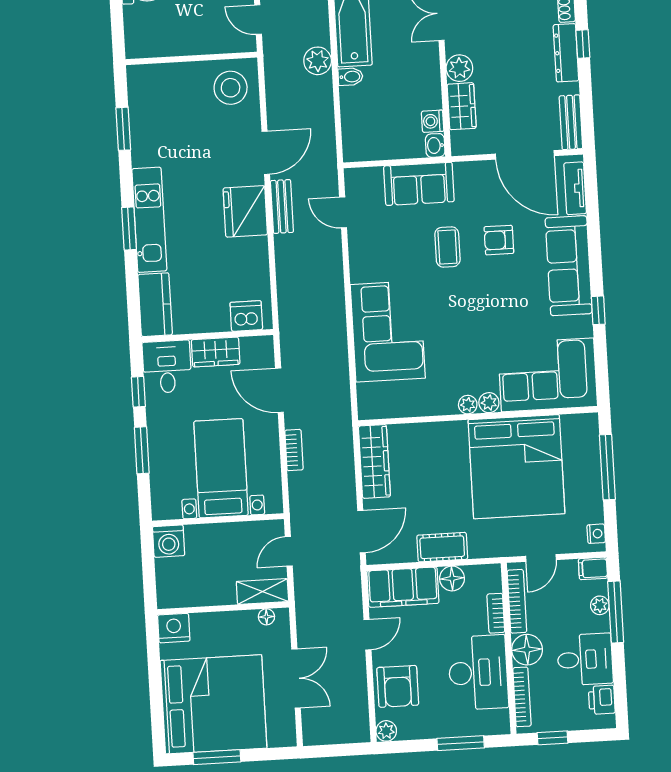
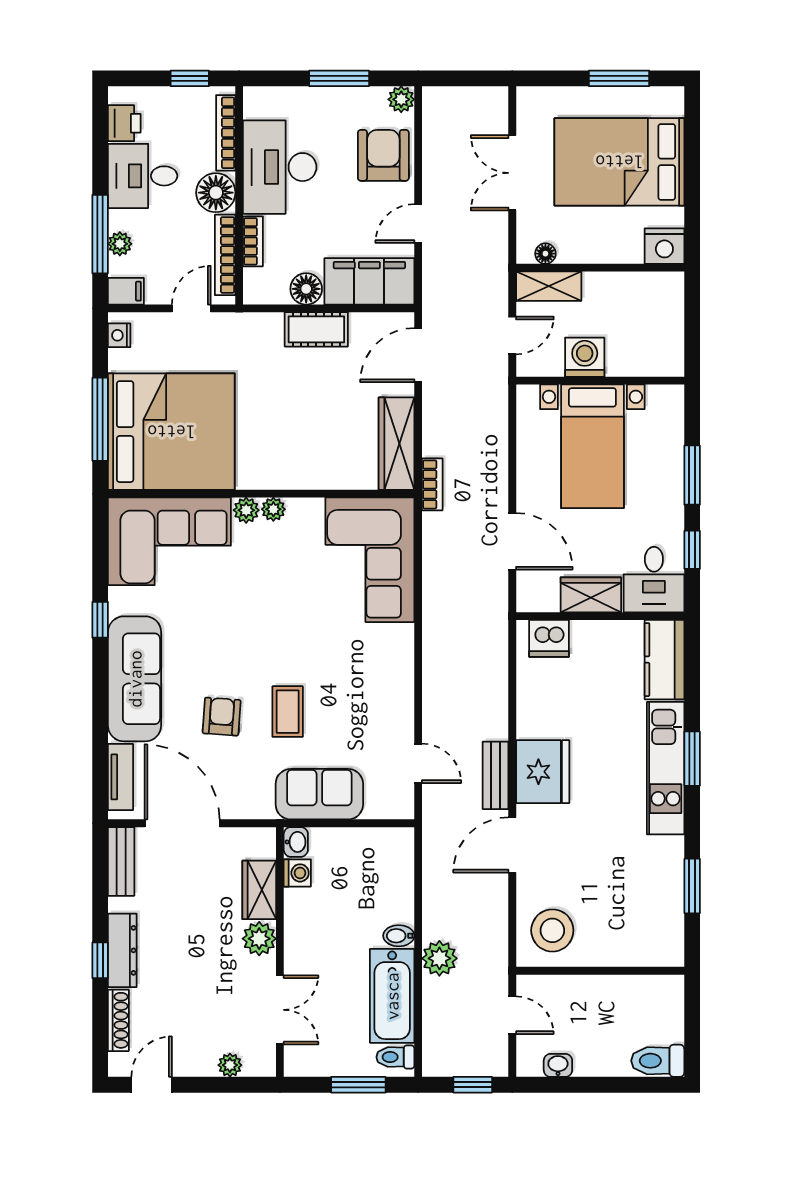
armchair: (499, 240) -> (222, 717), turned -86
corner sofa: (388, 331) -> (370, 560), moved
bookcase: (294, 450) -> (432, 484), moved, turned 180
bed: (516, 467) -> (171, 432), moved, turned 90
washing machine: (169, 541) -> (585, 357), moved
bed: (213, 704) -> (619, 162), width x0.73
window: (461, 743) -> (339, 78), moved

